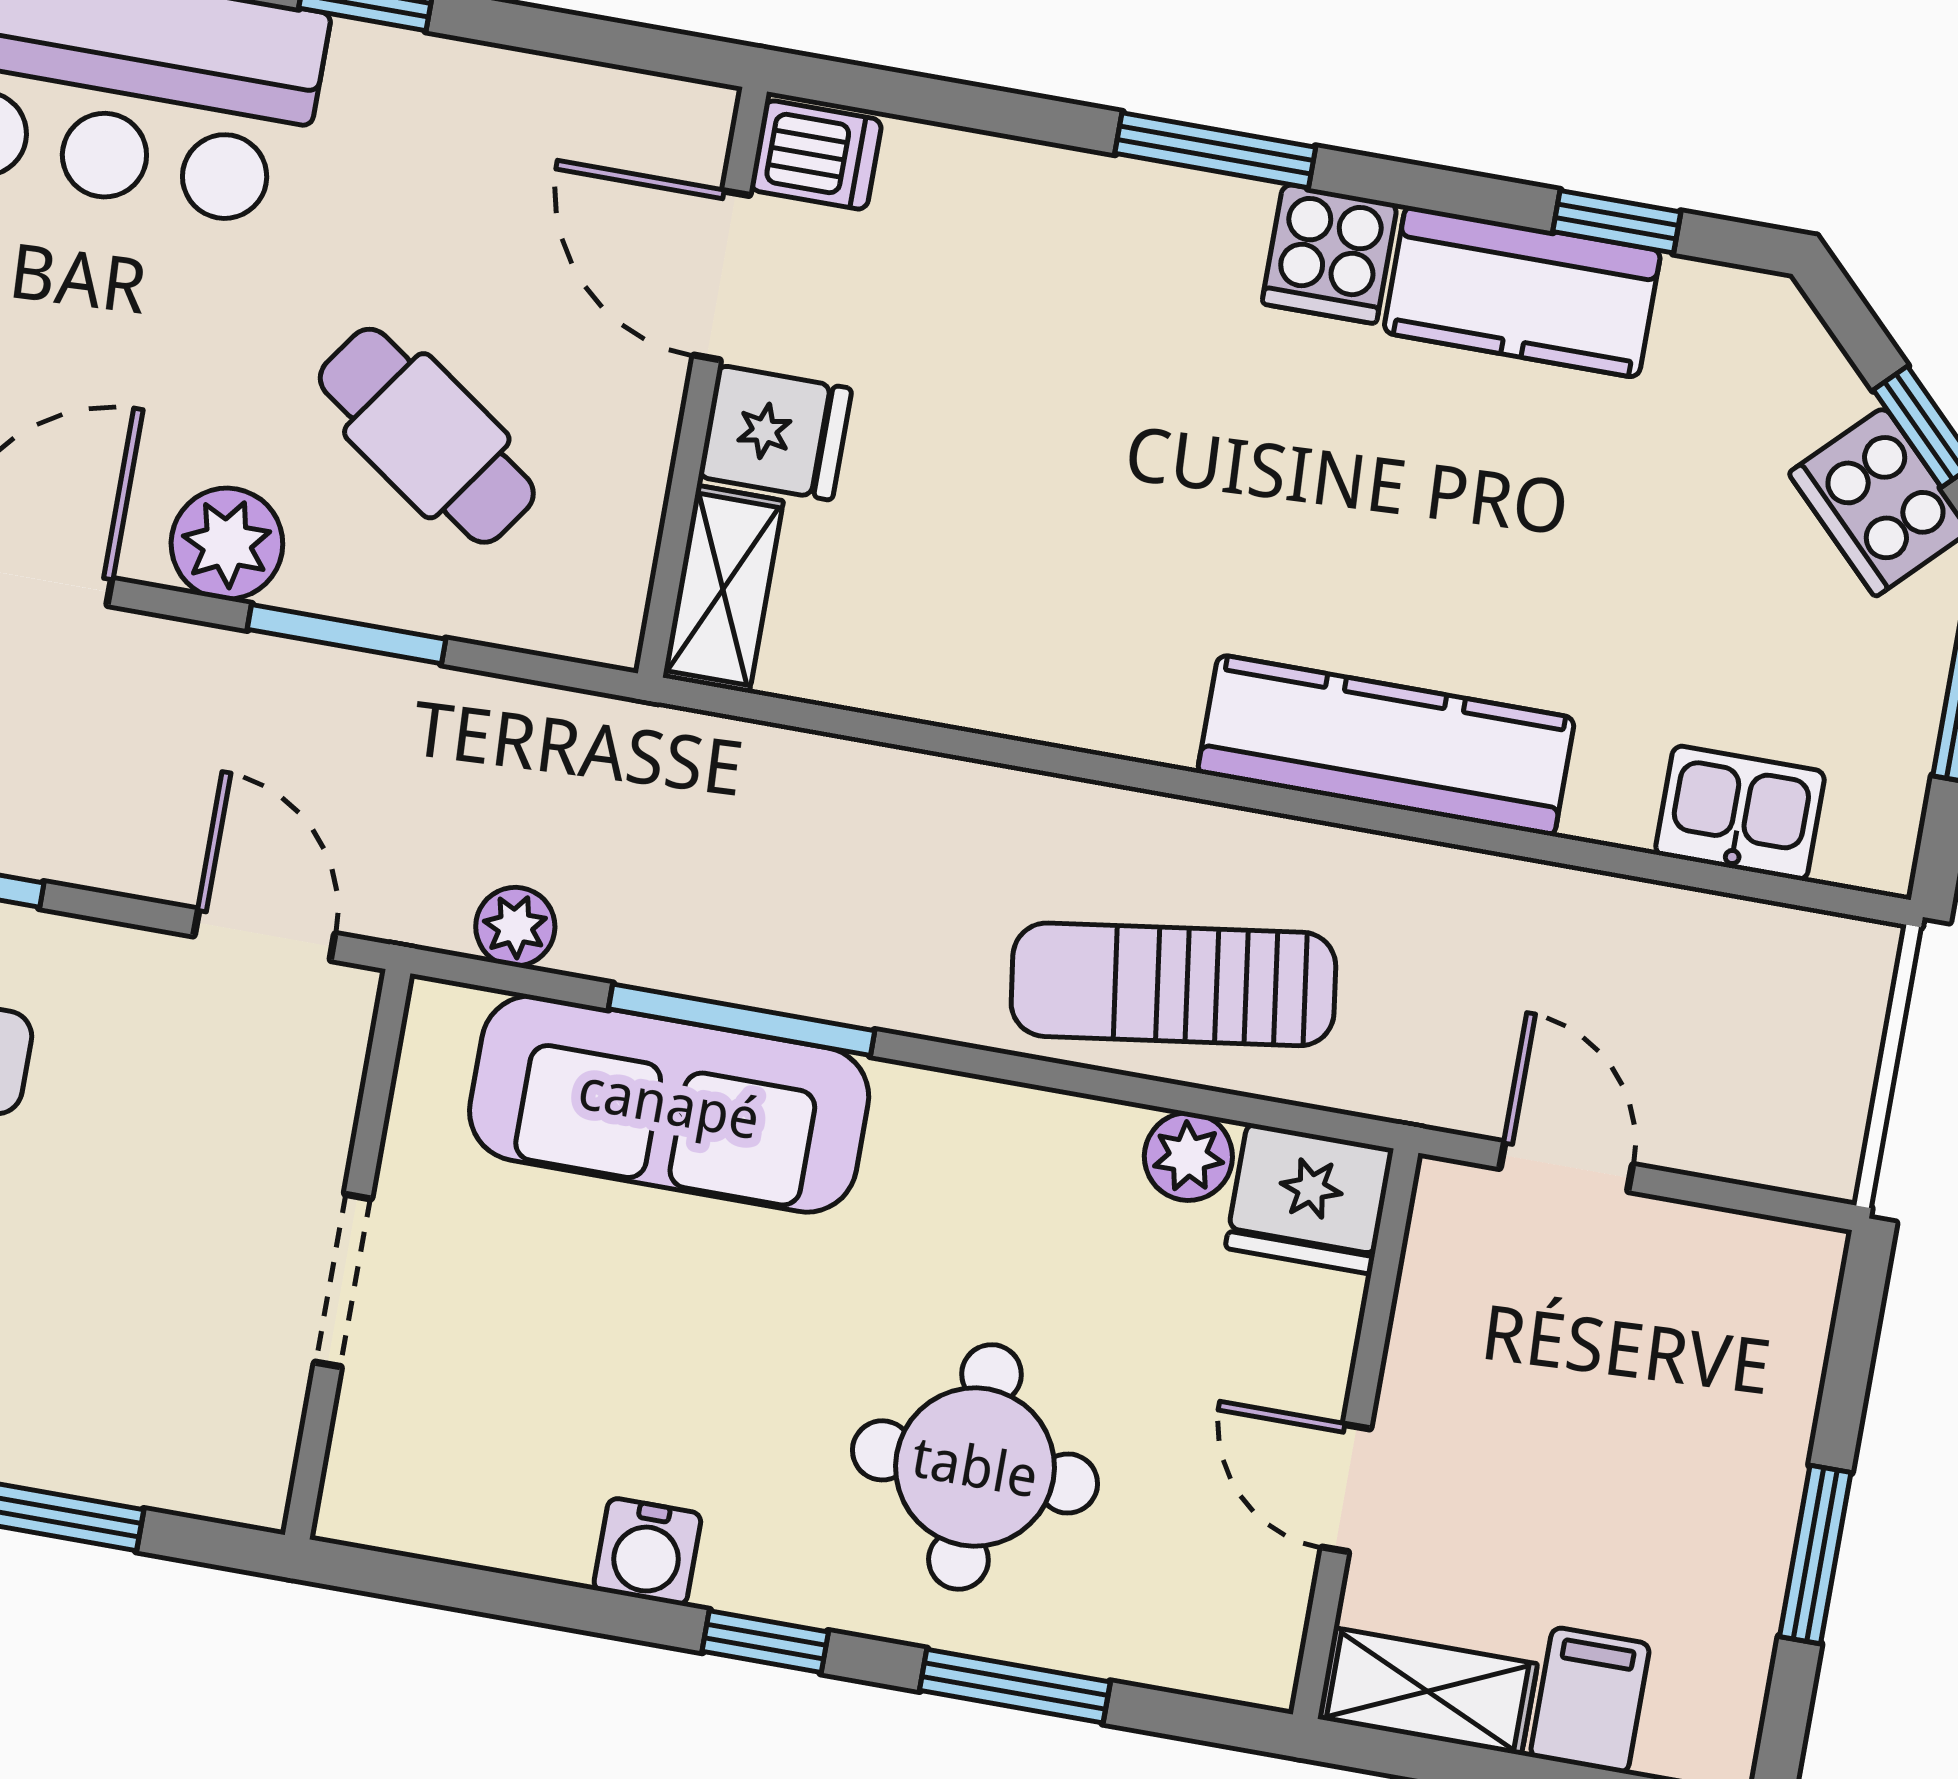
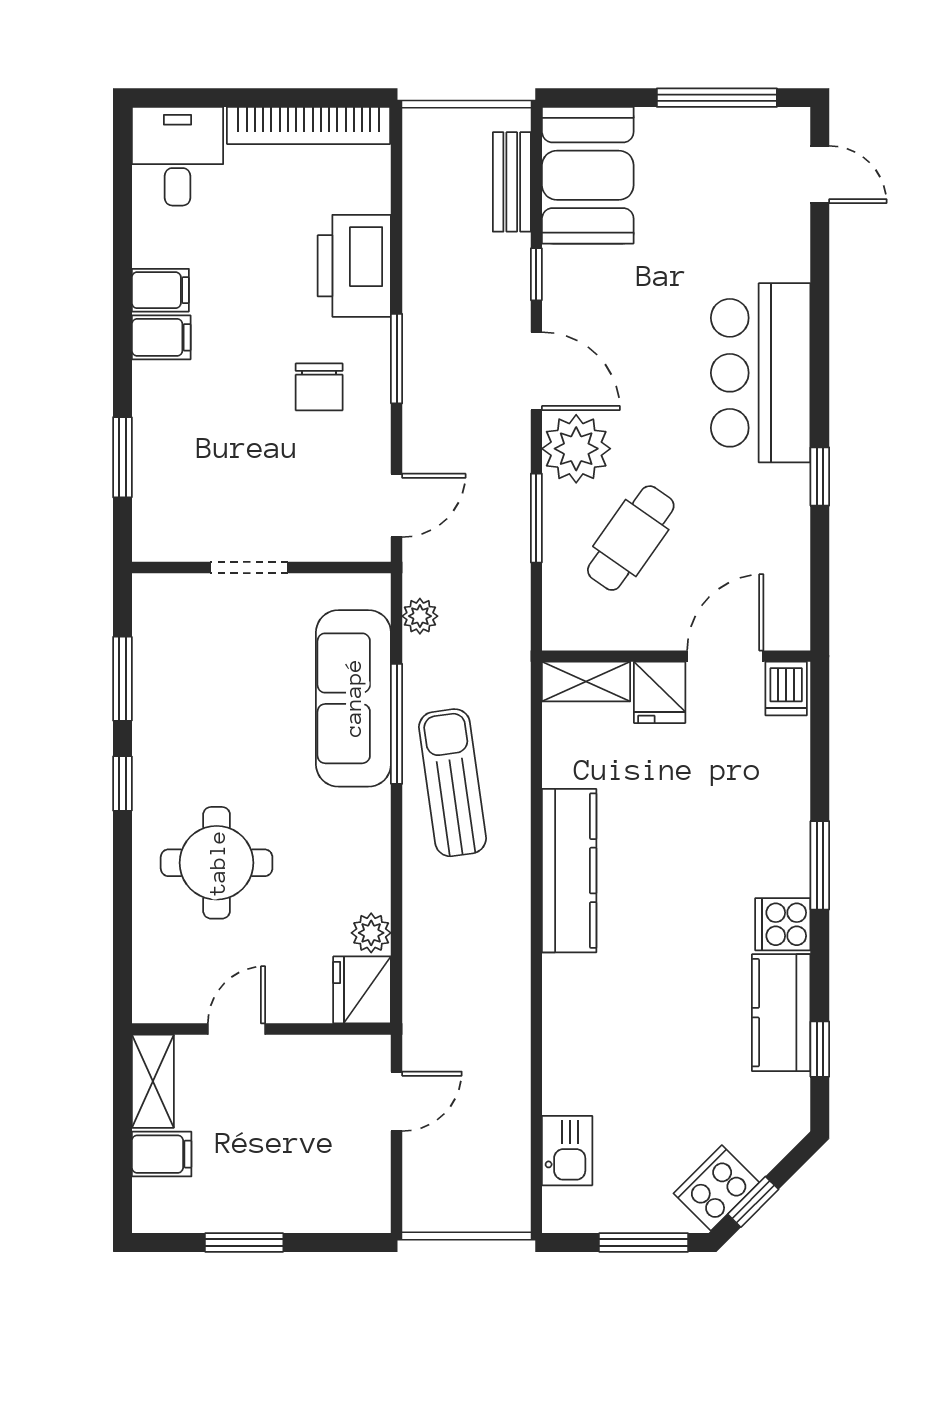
plant: (227, 544) -> (576, 449), width x1.36, depth x1.36
kitchen counter: (1386, 745) -> (569, 871), moved
sun lounger: (1173, 984) -> (453, 783), moved
water cooler: (647, 1552) -> (153, 724), removed
window: (1015, 1686) -> (122, 679), moved

